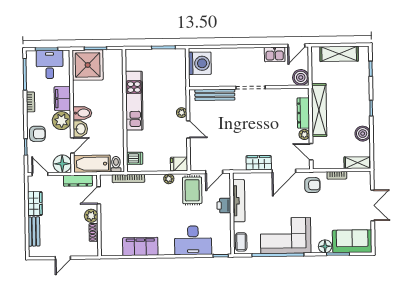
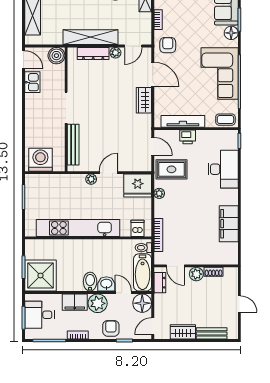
kitchen unit: (134, 101) -> (78, 228), width x1.36
fridge: (179, 164) -> (138, 186), width x1.88, depth x1.34
dresser: (78, 181) -> (160, 283), width x0.70

